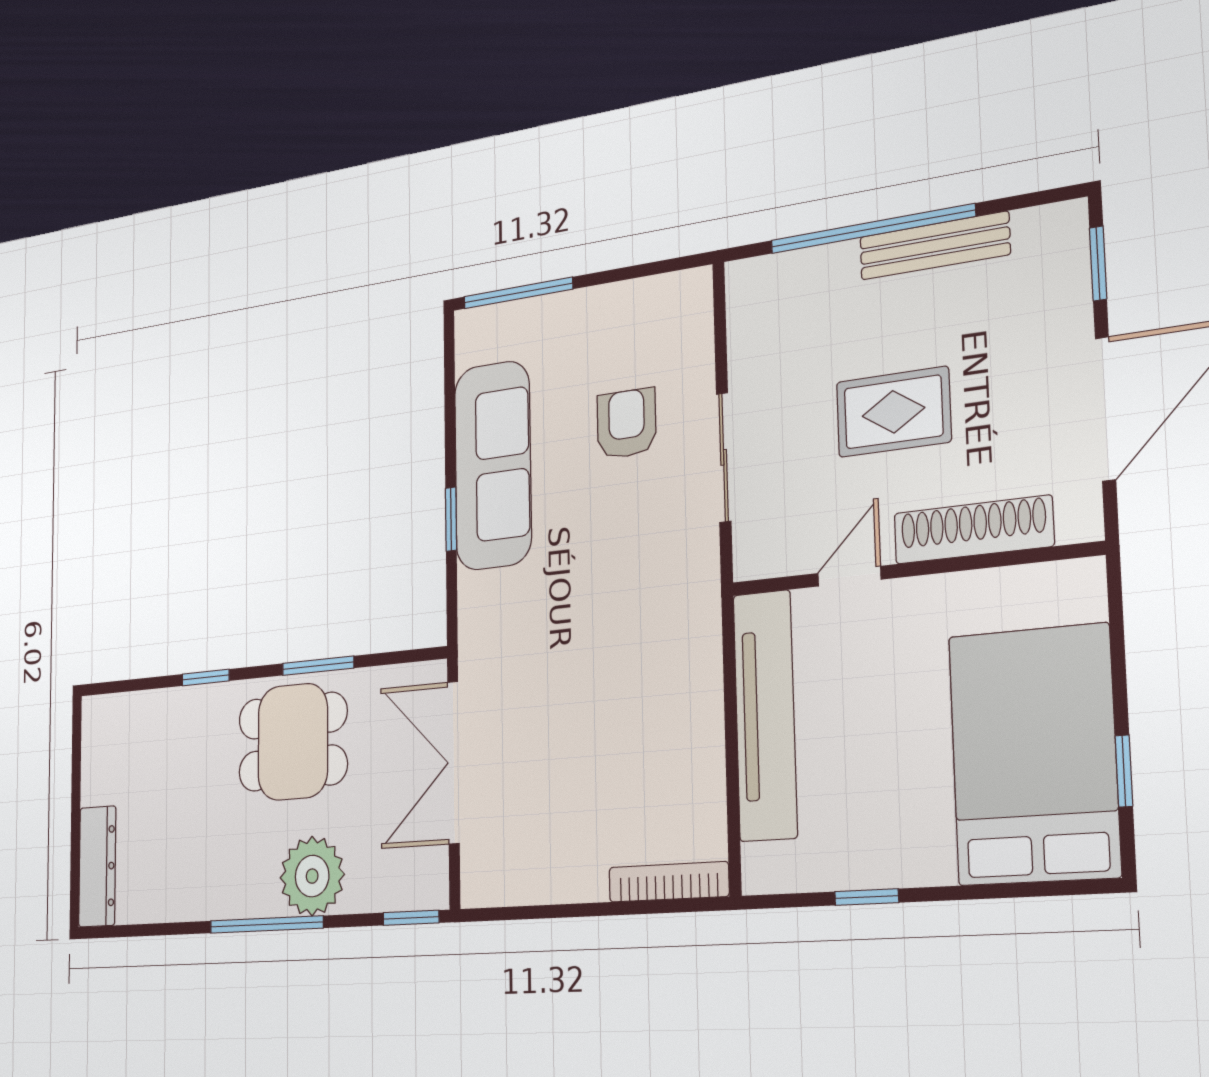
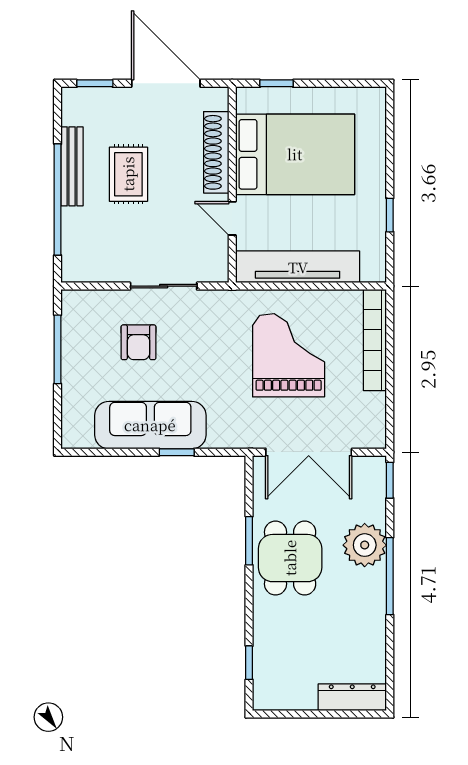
window: (518, 293) -> (58, 349), moved
rug: (893, 412) -> (128, 174), moved
armchair: (627, 424) -> (138, 342), turned -90
window: (206, 677) -> (249, 663), moved
grand piano: (611, 711) -> (289, 355), added
bed: (1033, 755) -> (295, 154), moved, turned 180
window: (1124, 771) -> (277, 83), moved
bookcase: (669, 882) -> (375, 340), width x1.48, depth x1.31

